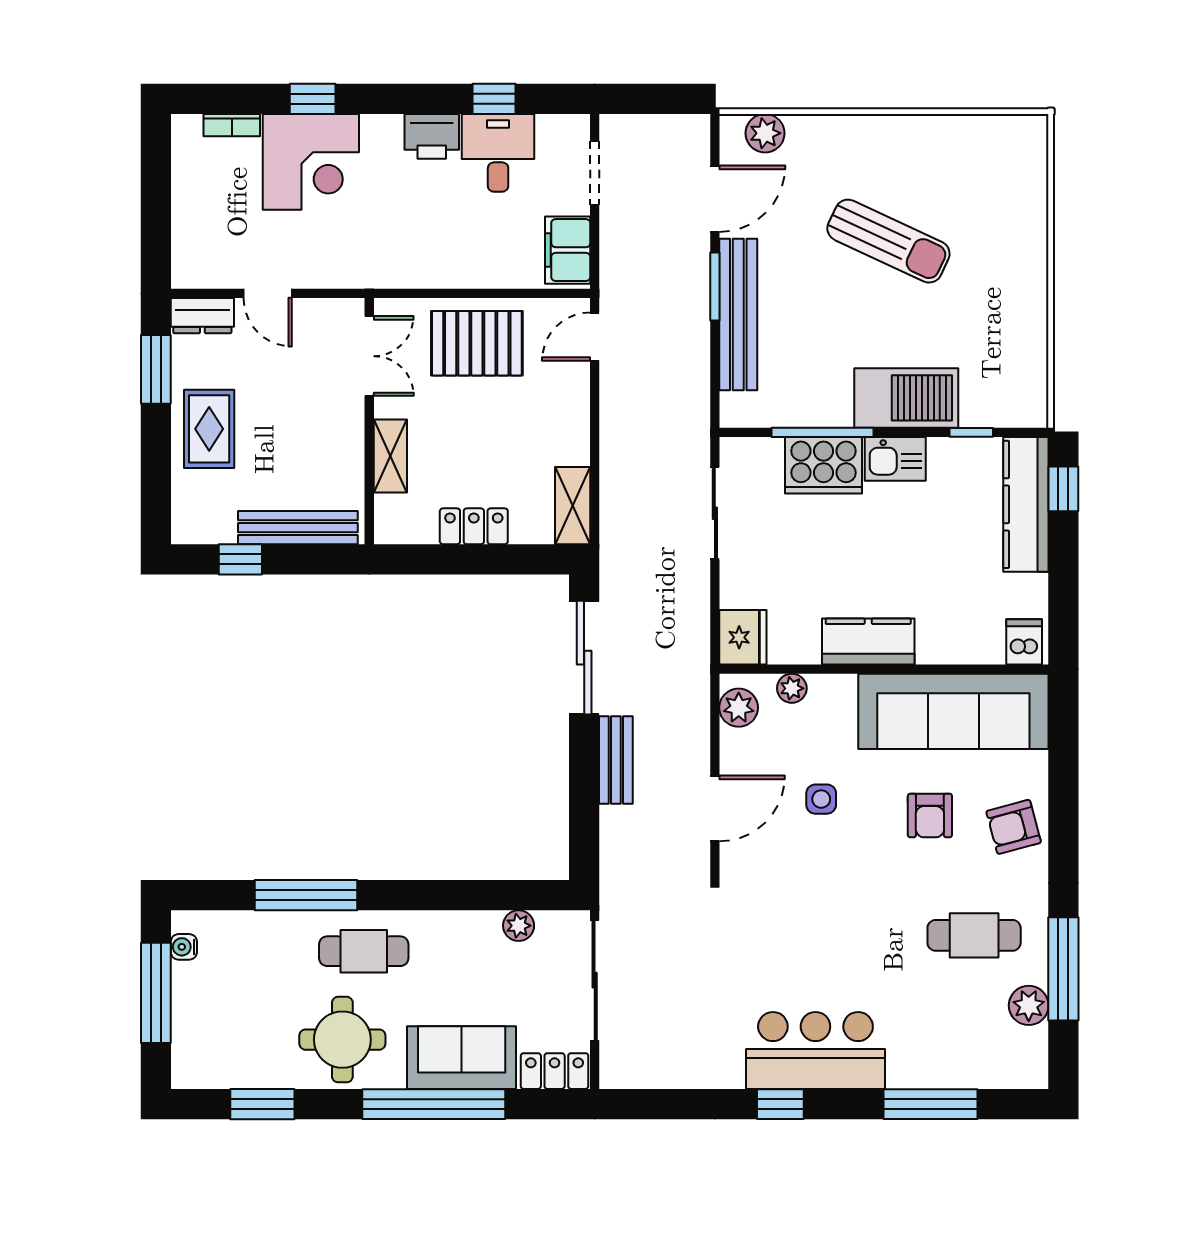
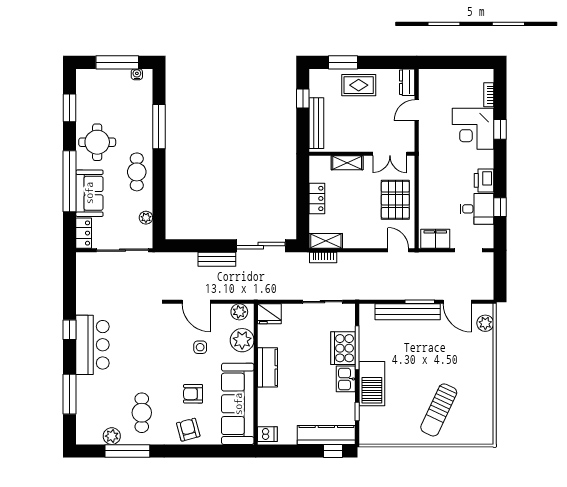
sun lounger: (888, 241) -> (439, 410), moved
window: (156, 369) -> (343, 62), moved
bookcase: (612, 512) -> (323, 258), added
plant: (792, 688) -> (242, 340), width x1.88, depth x1.88
cafe table: (364, 951) -> (137, 172), moved

